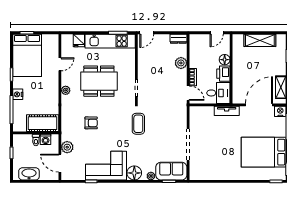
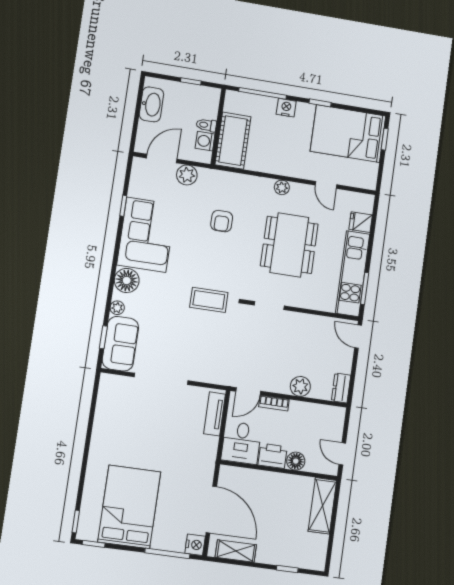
shelving: (260, 40) -> (322, 506), moved
tv unit: (227, 111) -> (215, 414), moved

